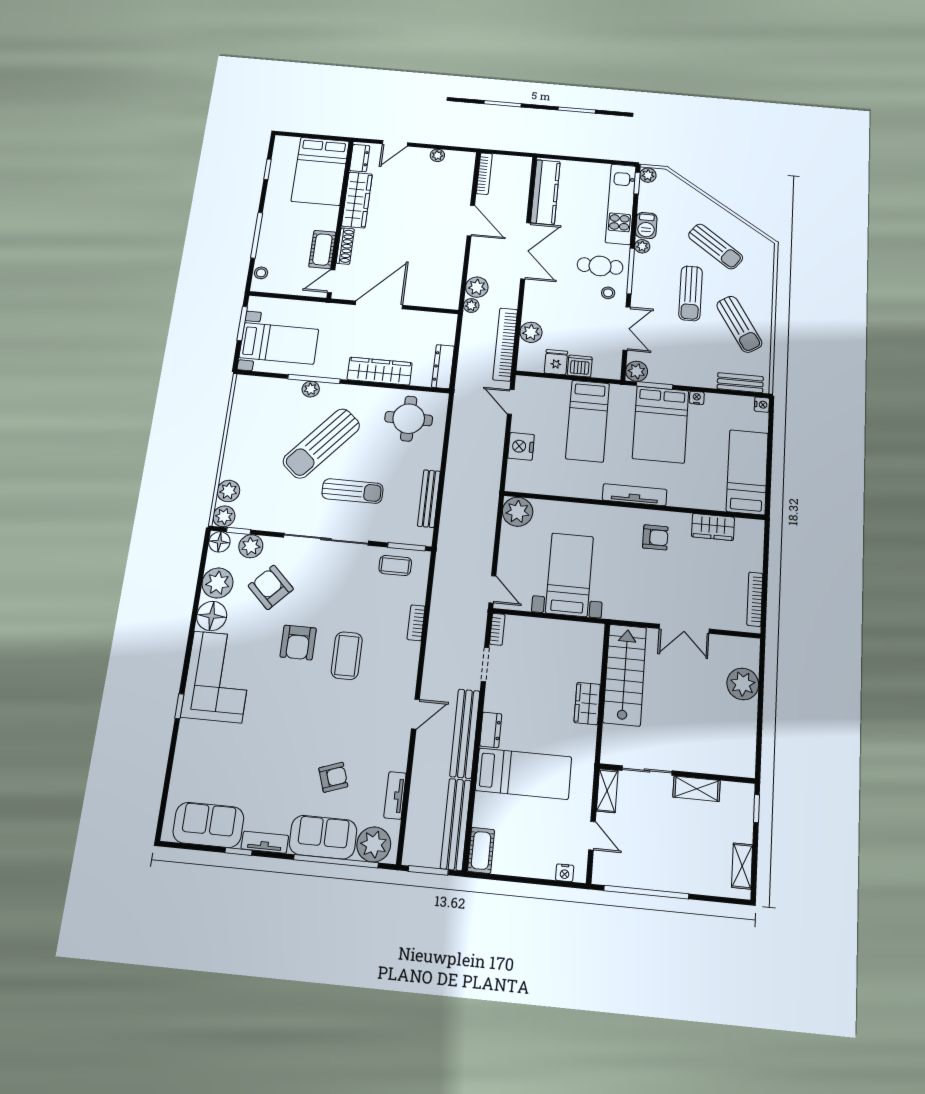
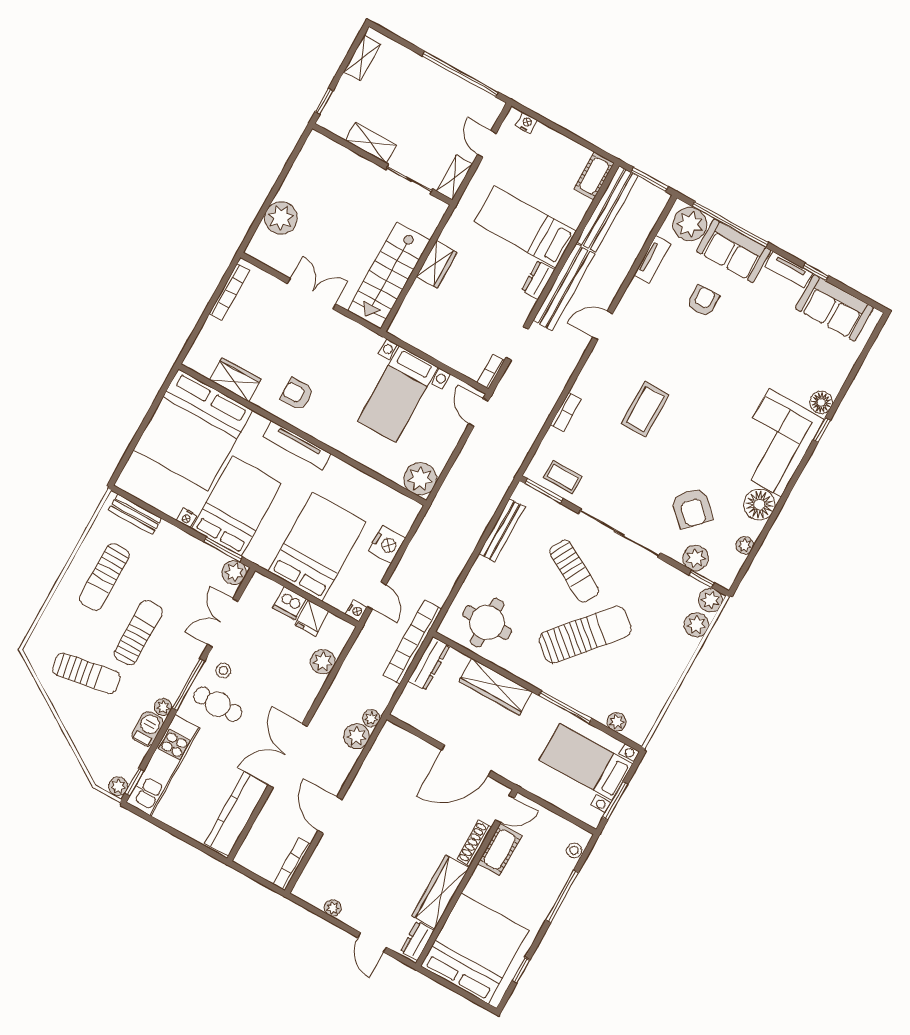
door: (395, 143) -> (372, 942), swing flipped
bed: (320, 171) -> (475, 948), width x1.36
sun lounger: (716, 246) -> (86, 673), turned 134
sun lounger: (739, 324) -> (104, 577), turned -148
bookcase: (505, 344) -> (412, 642), moved, turned 180
plant: (311, 389) -> (617, 722), moved
nightstand: (762, 405) -> (356, 611), moved, turned 180
bed: (588, 421) -> (317, 547), width x1.50
bed: (747, 472) -> (193, 430), width x2.04
sun lounger: (352, 491) -> (574, 571), turned -151
floor lamp: (219, 542) -> (821, 402), moved
plant: (218, 583) -> (745, 545), width x0.53, depth x0.53
armchair: (298, 642) -> (686, 442), removed
armchair: (333, 777) -> (703, 301), turned 109

